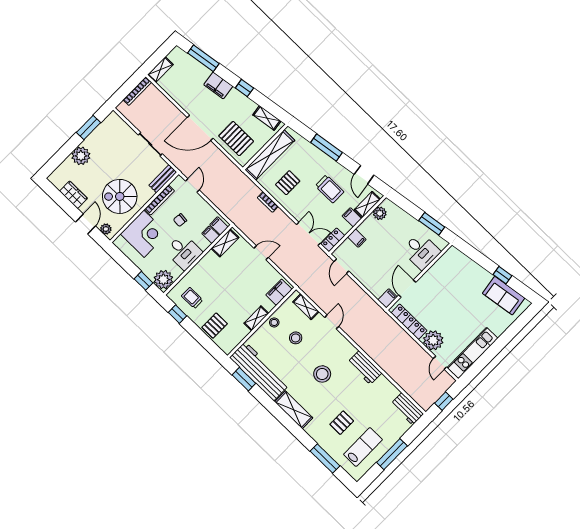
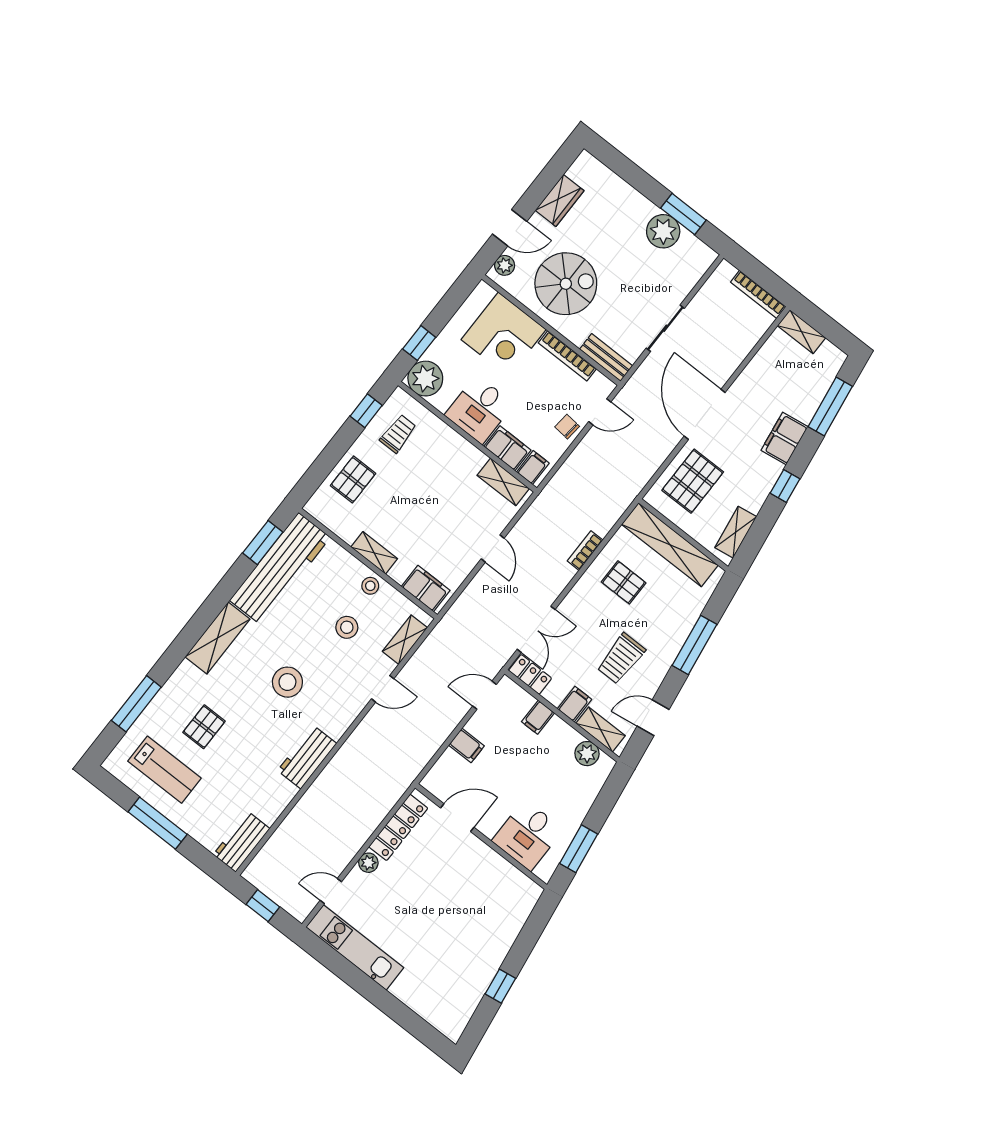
plant: (81, 156) -> (663, 231), moved
spiral stairs: (120, 196) -> (566, 284), turned 90
chair: (180, 220) -> (567, 427), moved
filing cabinet: (211, 235) -> (507, 448), width x2.00
sofa: (504, 296) -> (464, 992), removed
filing cabinet: (387, 298) -> (466, 745), moved
pallet: (215, 326) -> (353, 479), turned 90
plant: (433, 340) -> (368, 863), width x0.53, depth x0.53
pallet: (342, 423) -> (204, 727), turned 90

